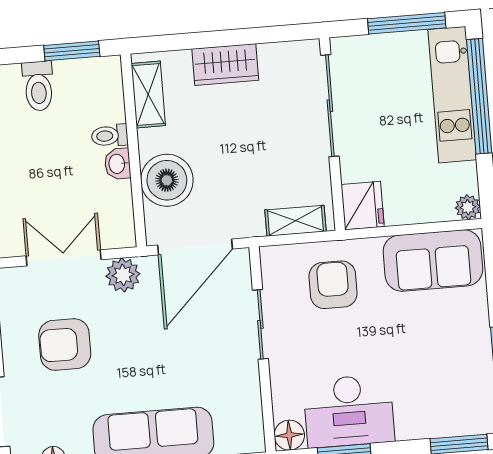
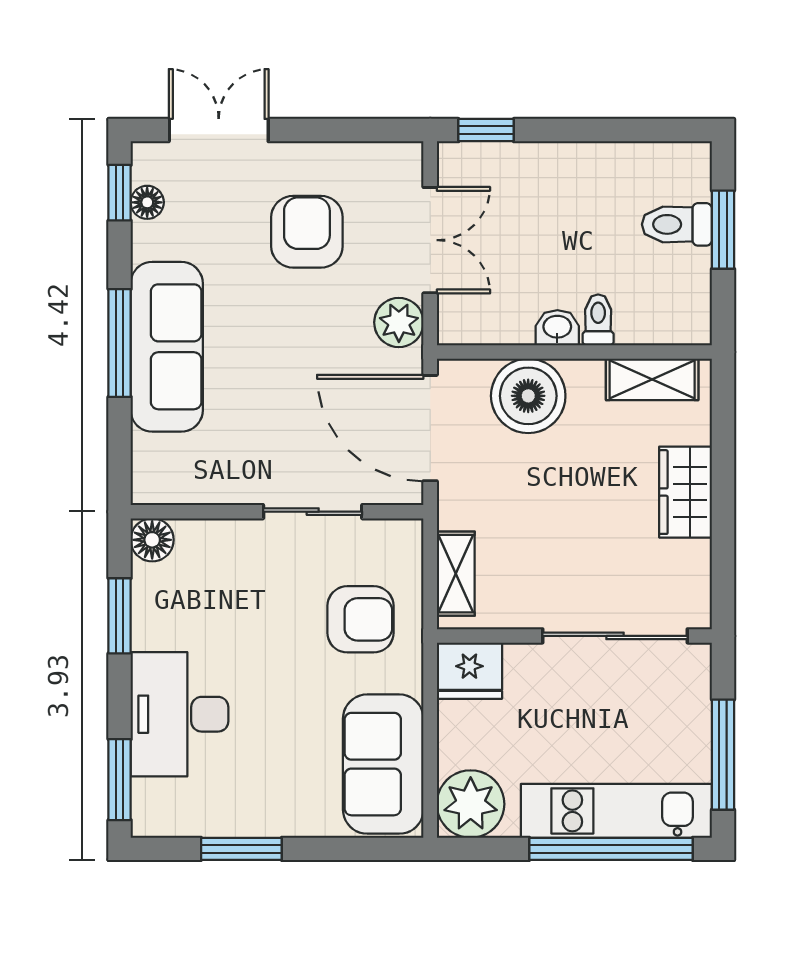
window: (72, 51) -> (723, 230), moved
plant: (468, 207) -> (471, 804), width x1.87, depth x1.87
desk: (349, 411) -> (179, 714), moved

